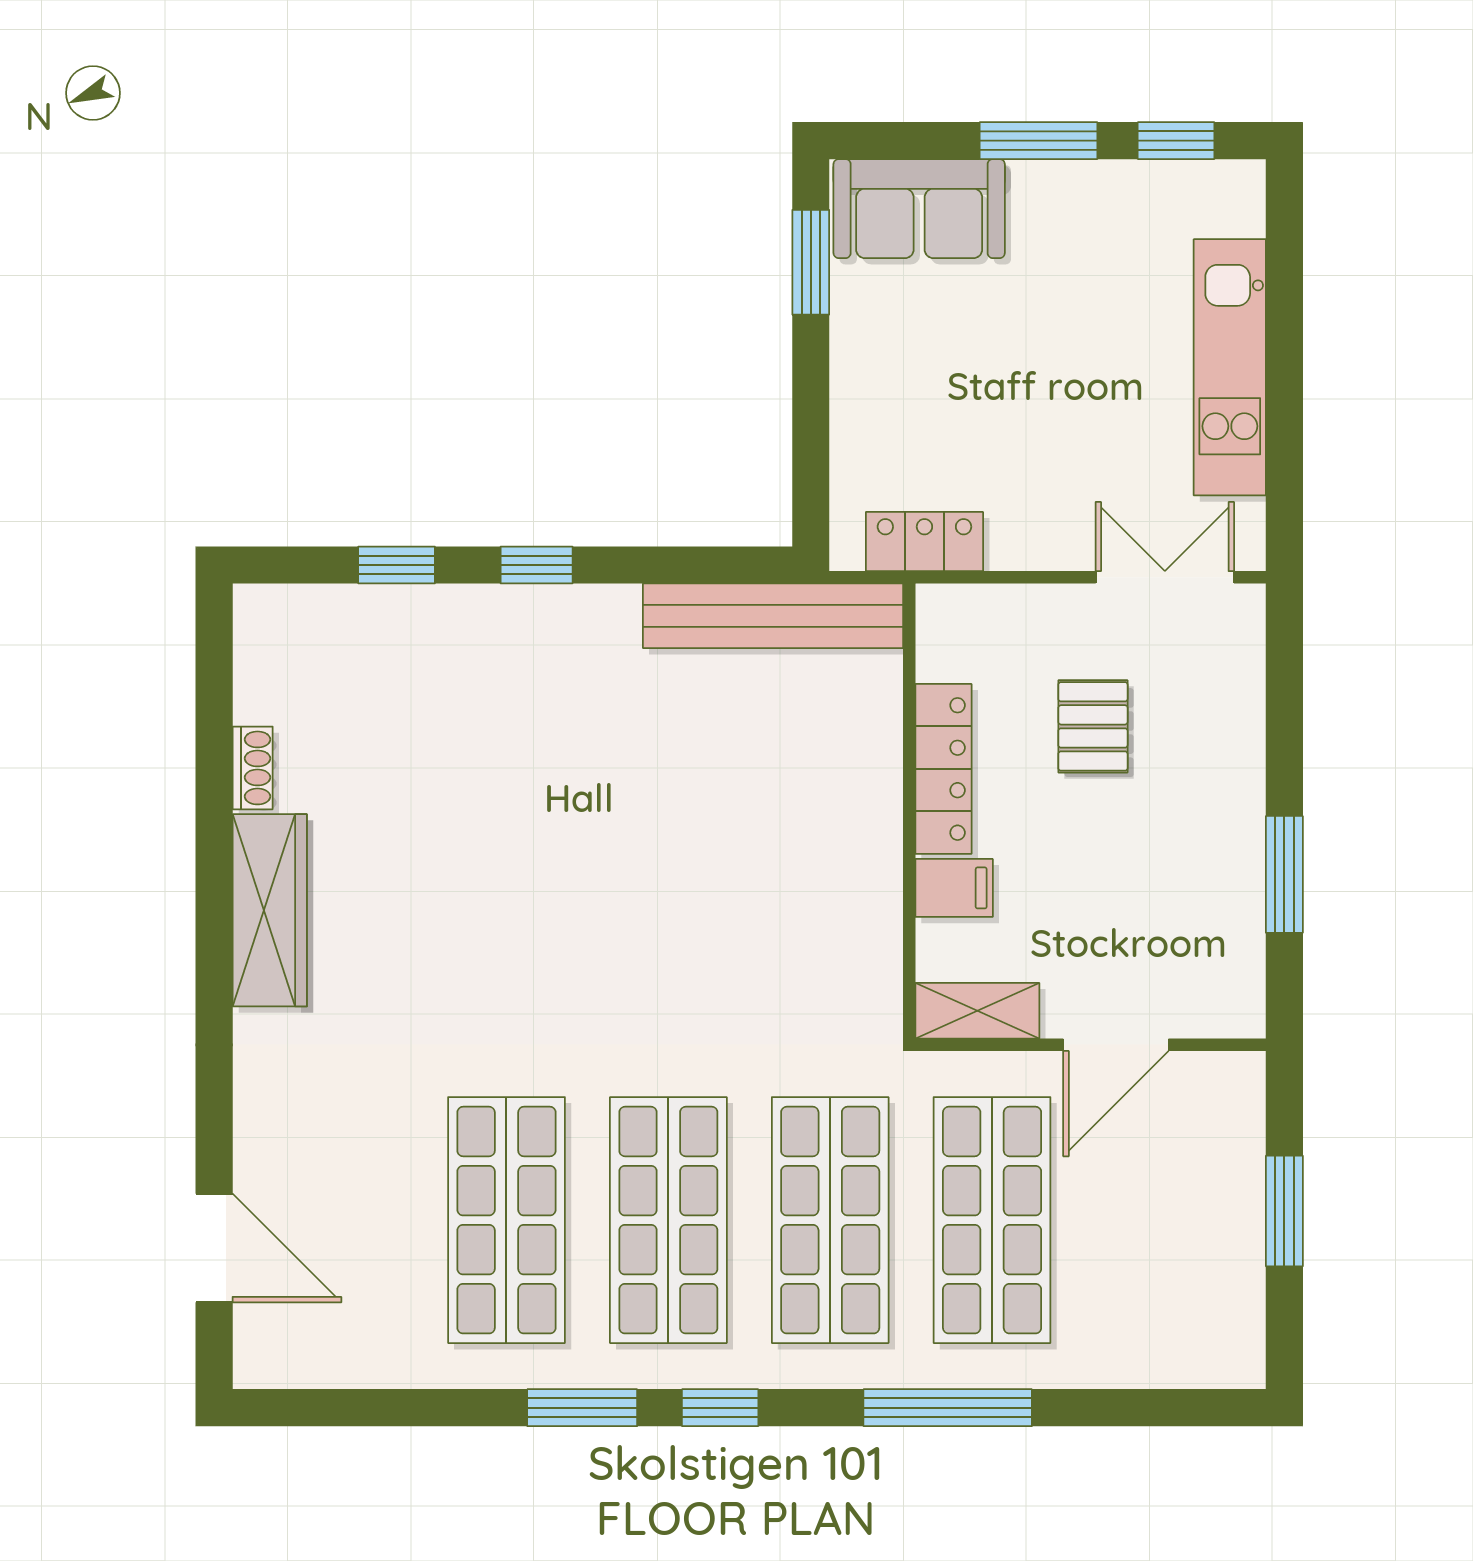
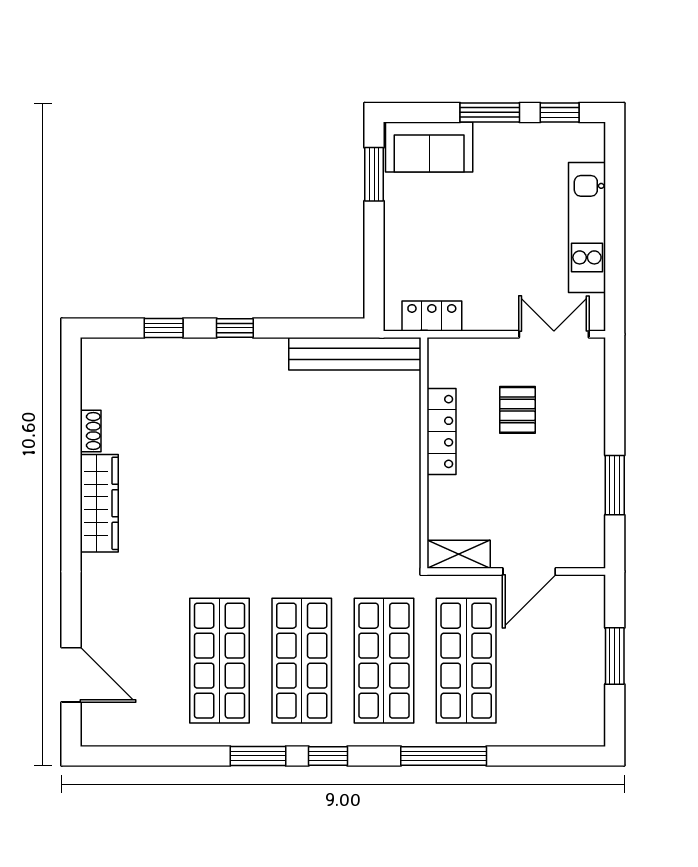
filing cabinet: (954, 888) -> (447, 492), removed

